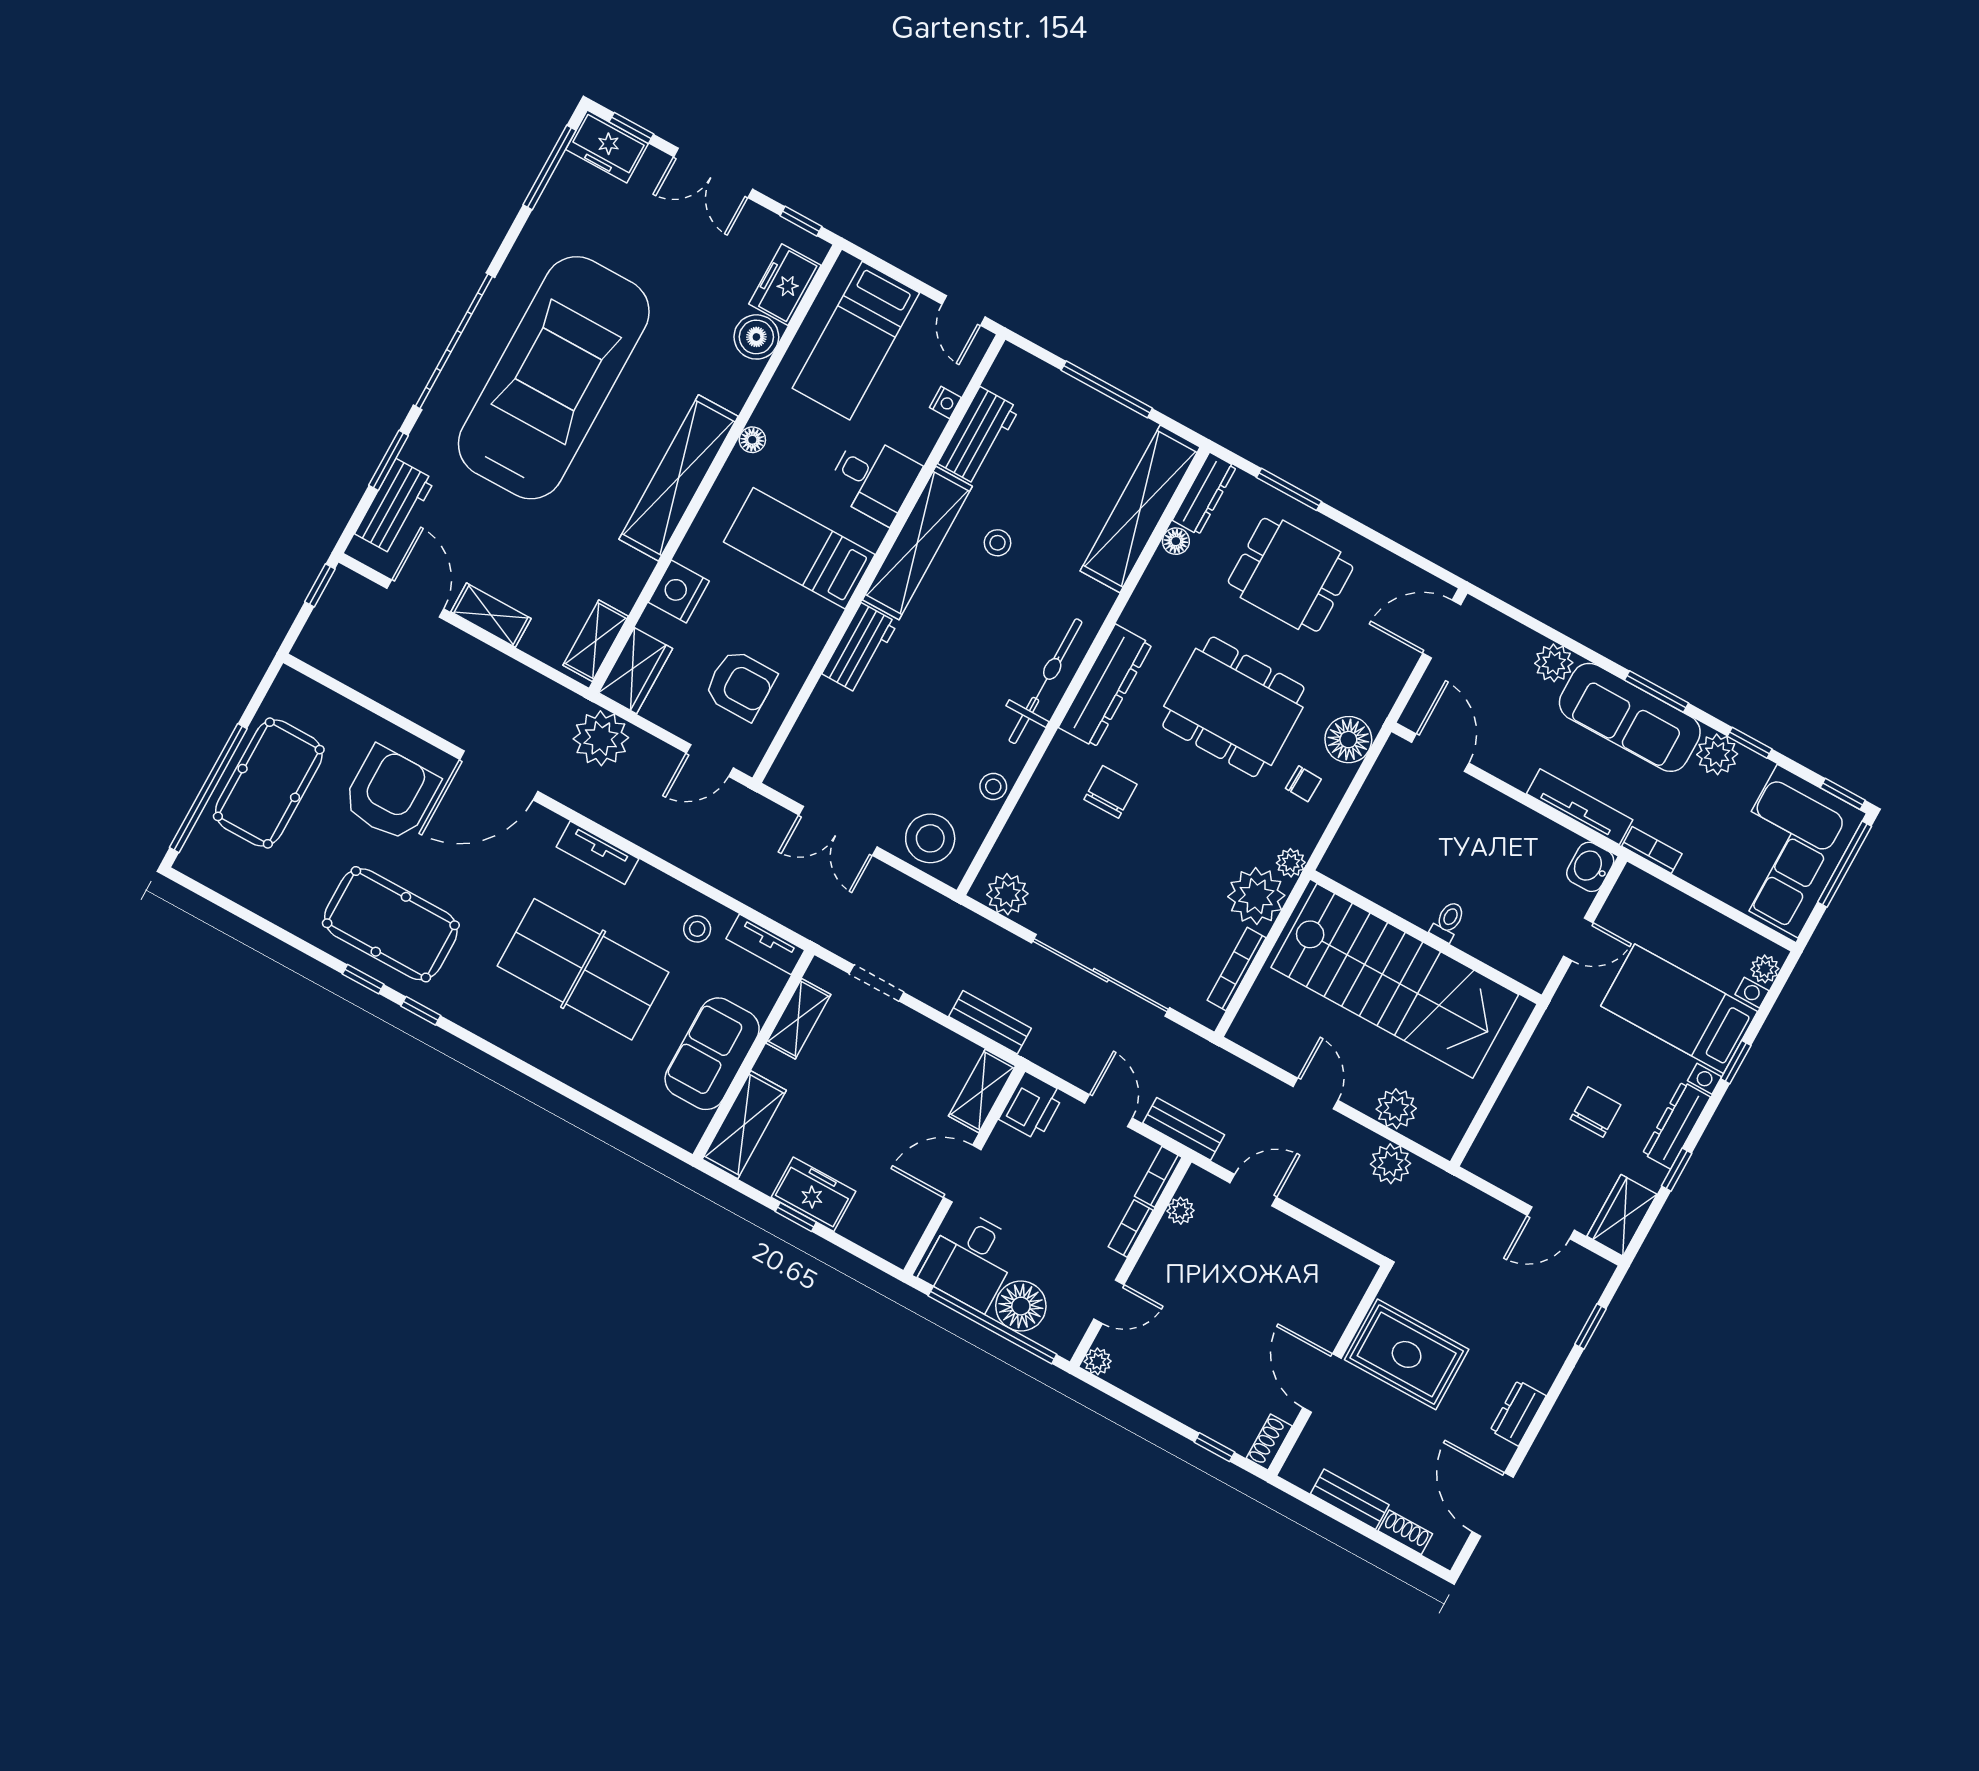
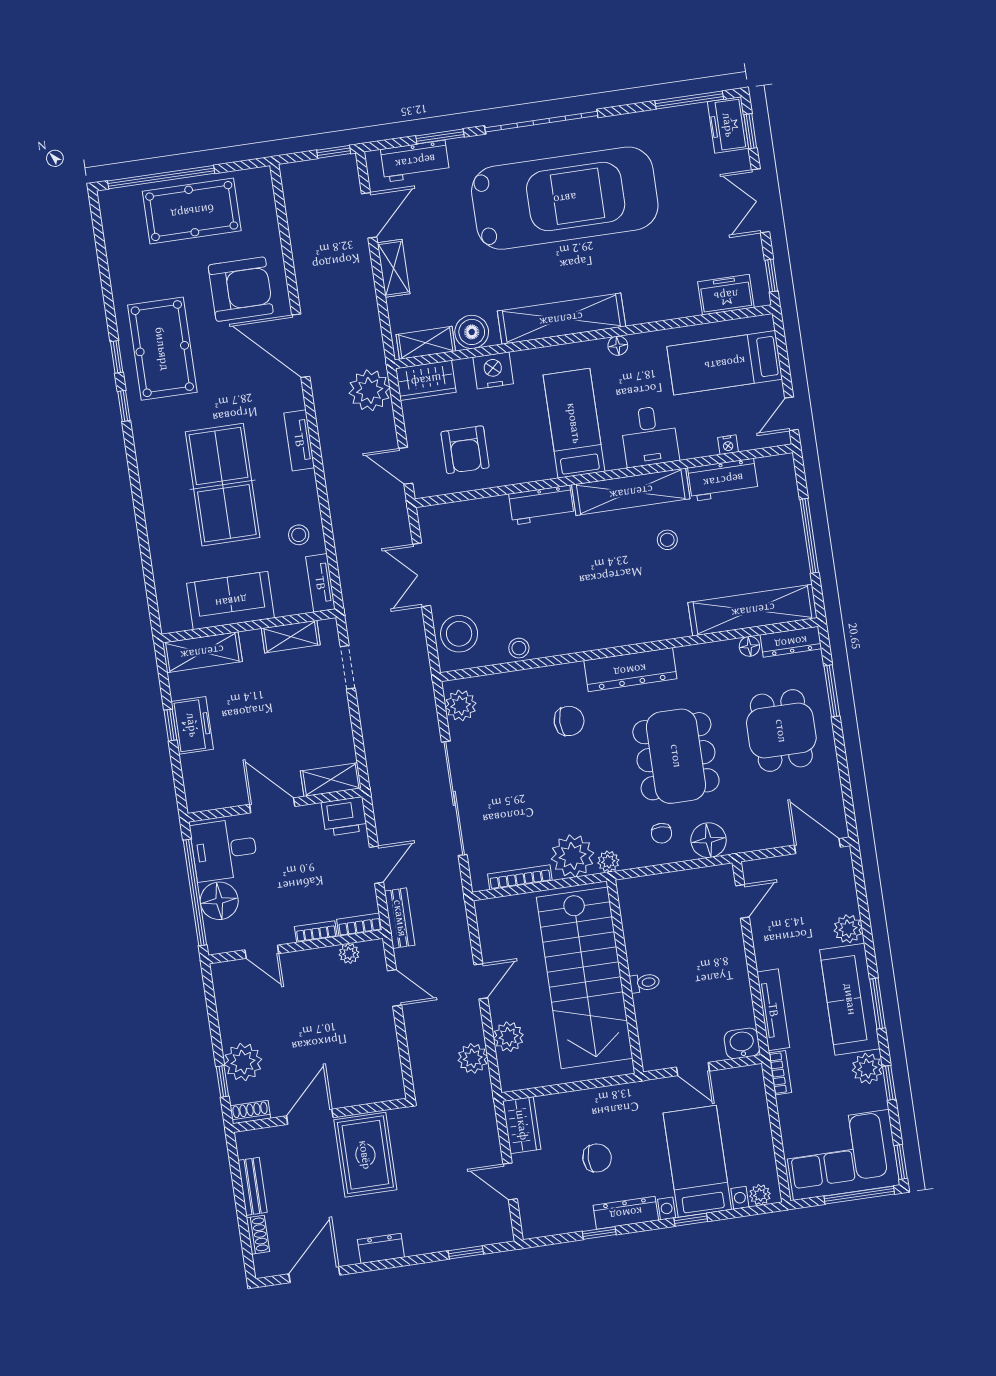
boiler: (756, 337) -> (472, 332), moved
bicycle: (1045, 681) -> (606, 632), removed
door: (1440, 753) -> (742, 901), width x0.73
bench: (990, 1022) -> (376, 753), removed
wardrobe: (1622, 1215) -> (522, 1125), moved, turned 90
plant: (1098, 1361) -> (243, 1062), moved, width x1.87, depth x1.87

